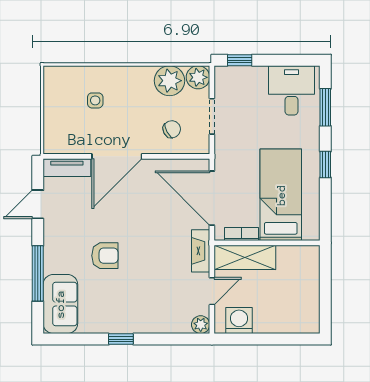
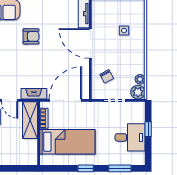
window: (240, 60) -> (148, 129), moved
plant: (170, 81) -> (140, 79), width x0.53, depth x0.53
desk: (292, 90) -> (130, 137), moved
armchair: (105, 256) -> (31, 36), turned -90

